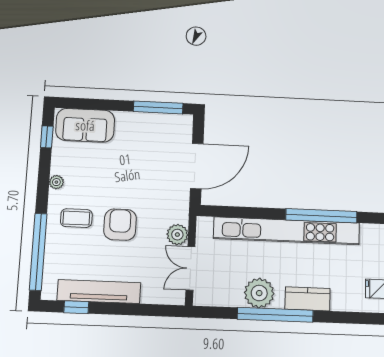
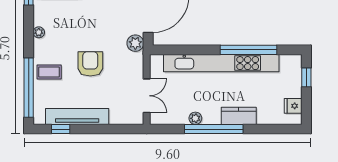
coffee table: (76, 218) -> (49, 72), moved
plant: (177, 235) -> (135, 43), moved
double door: (190, 268) -> (147, 96), swing flipped
plant: (259, 293) -> (195, 118), width x0.53, depth x0.53

